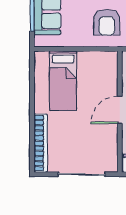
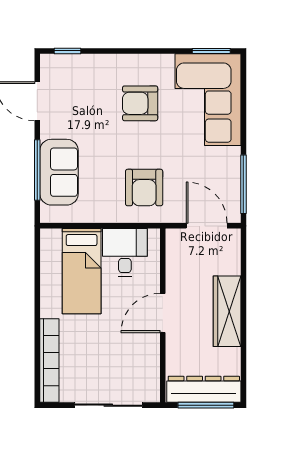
desk: (93, 68) -> (125, 253), added

